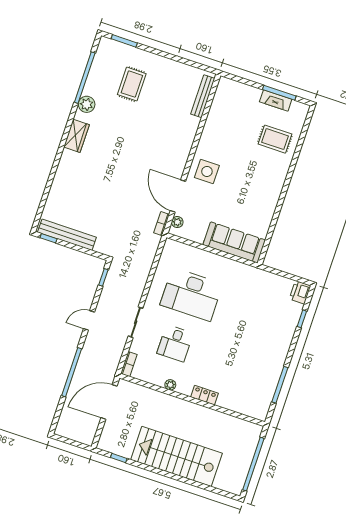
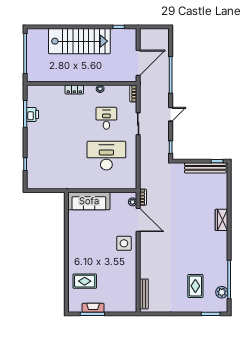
plant: (87, 104) -> (222, 292), moved
wardrobe: (76, 136) -> (221, 220), moved
printer: (300, 292) -> (32, 114), moved

